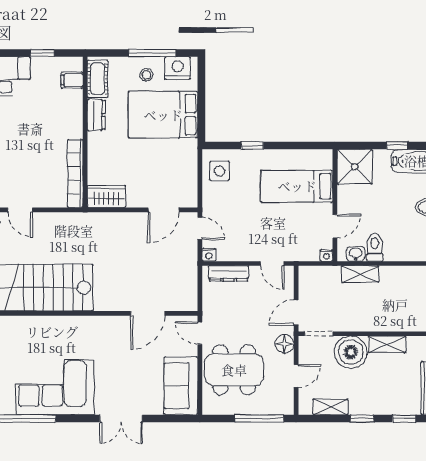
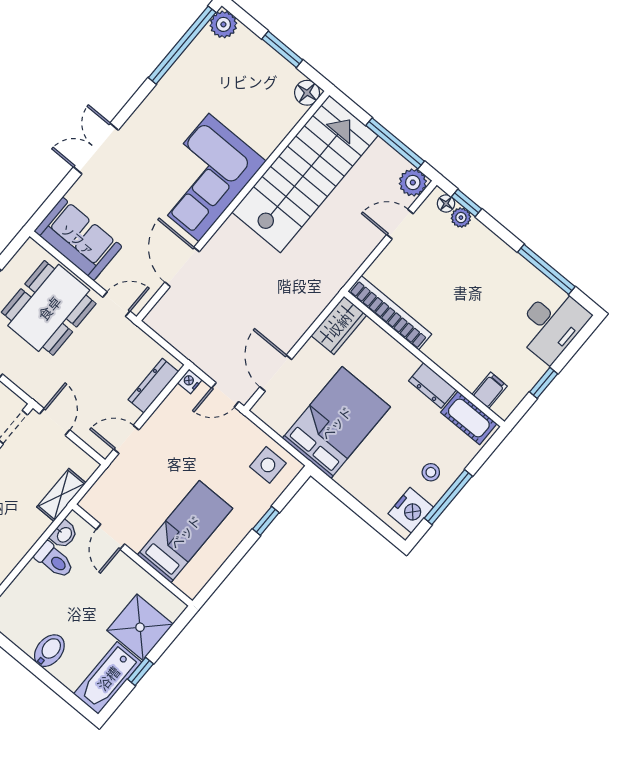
bed: (163, 115) -> (336, 423), moved
shower: (355, 167) -> (140, 627), moved
nightstand: (326, 255) -> (88, 503), removed
shelving: (360, 274) -> (61, 495), moved
floor lamp: (284, 344) -> (32, 383), removed
corner sofa: (55, 387) -> (204, 177), moved, turned 180

